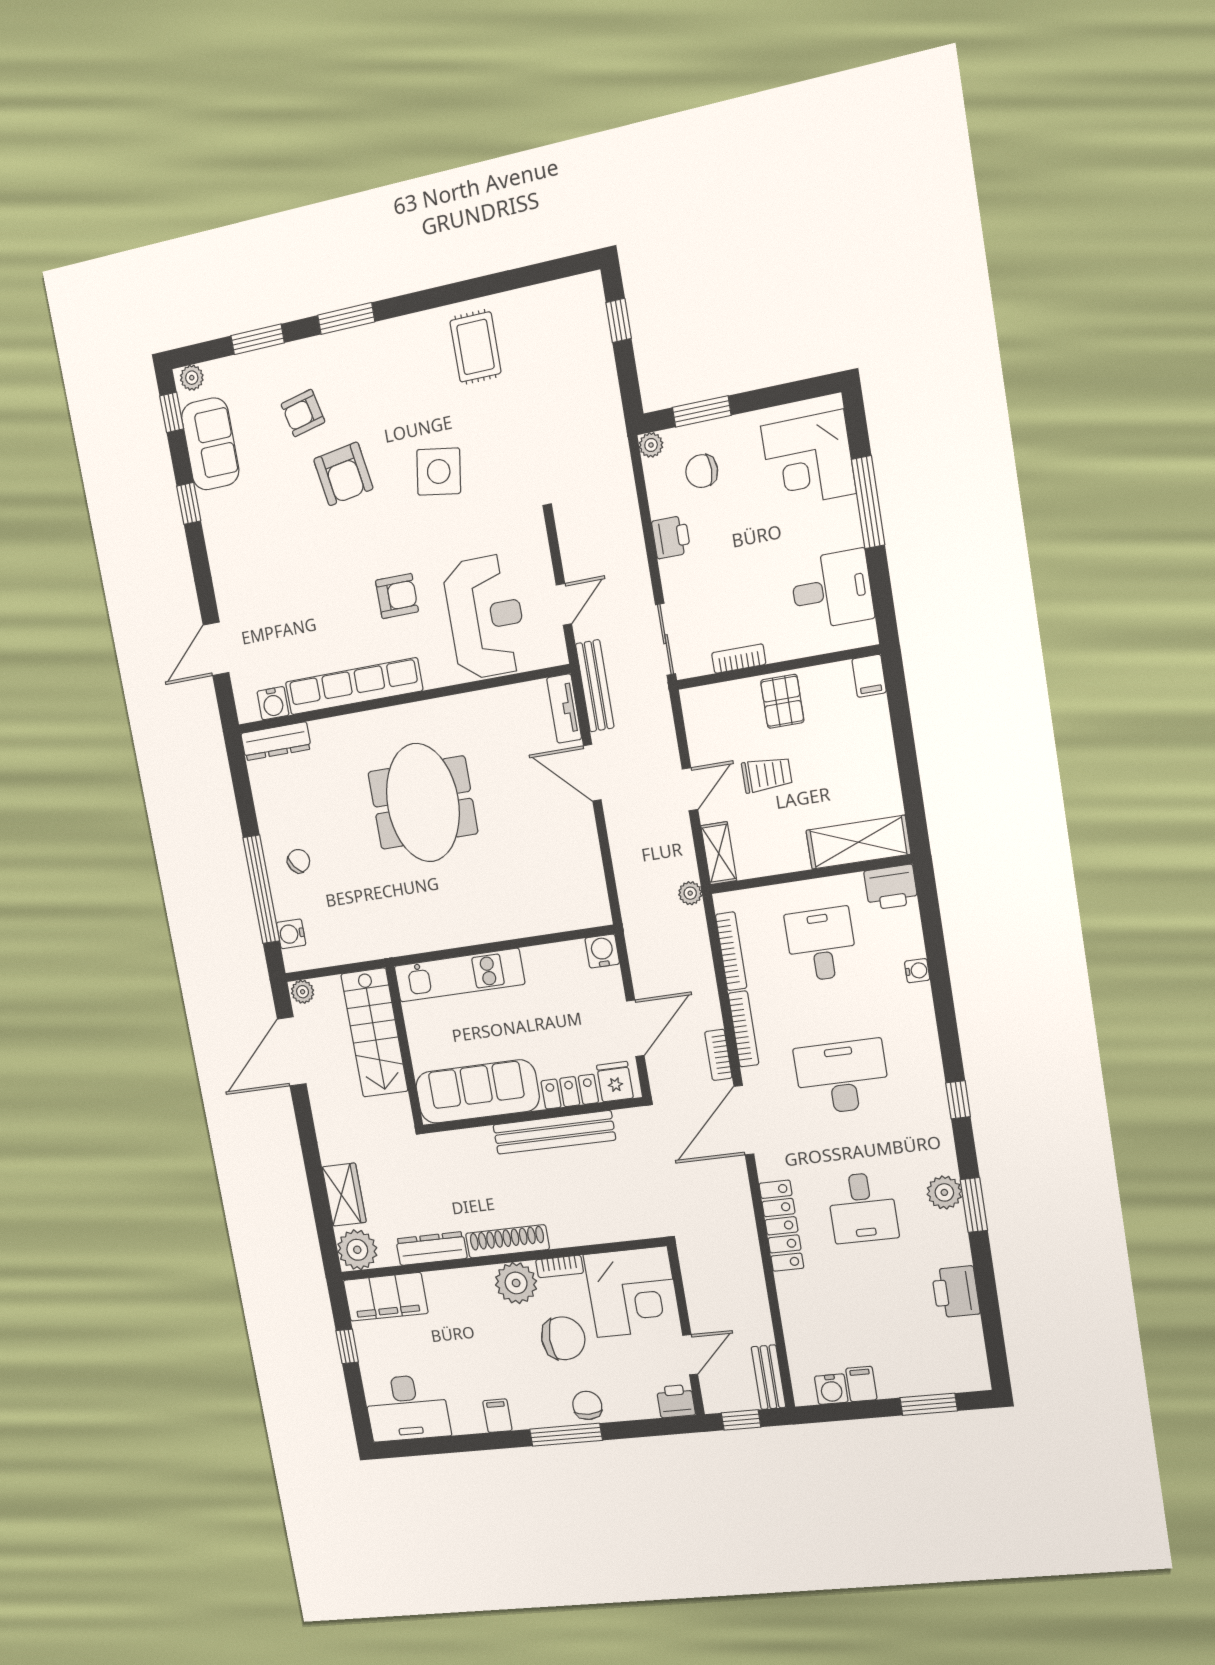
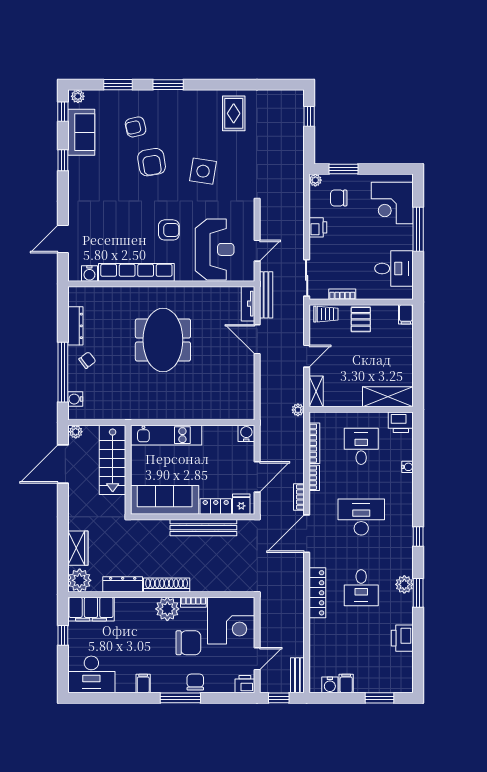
dresser: (276, 741) -> (75, 326), moved, turned -90
trolley: (767, 775) -> (326, 314), moved
bookcase: (743, 1029) -> (314, 478), width x0.64

